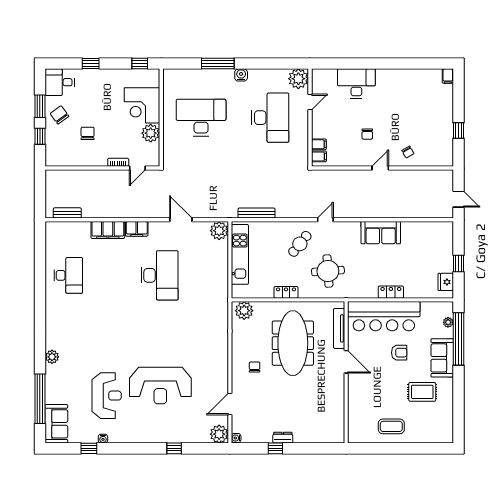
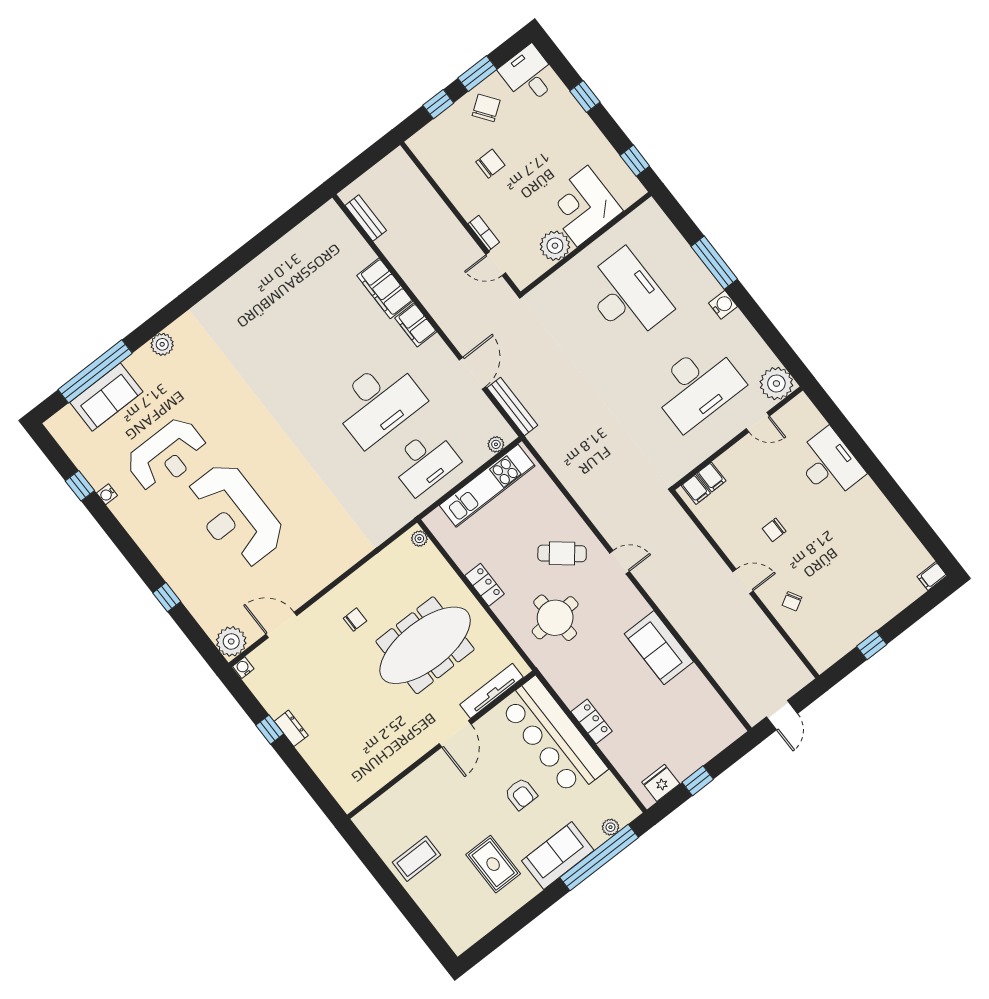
bench: (257, 213) -> (512, 406), moved
plant: (219, 231) -> (496, 444), width x0.53, depth x0.53
desk: (68, 275) -> (424, 462), moved
plant: (244, 311) -> (419, 539), width x0.53, depth x0.53
sofa: (56, 424) -> (106, 397), moved
coffee table: (391, 426) -> (416, 859), turned 90

